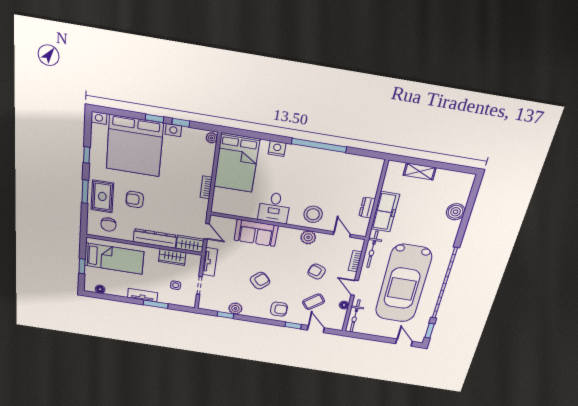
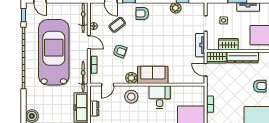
sofa: (256, 233) -> (153, 75), moved
door: (342, 234) -> (108, 85), hinge flipped
armchair: (260, 281) -> (161, 36), removed

